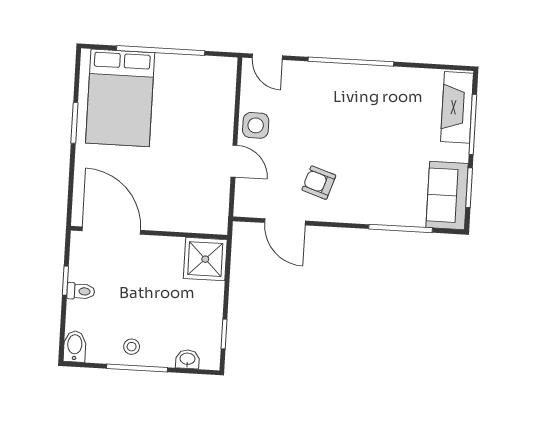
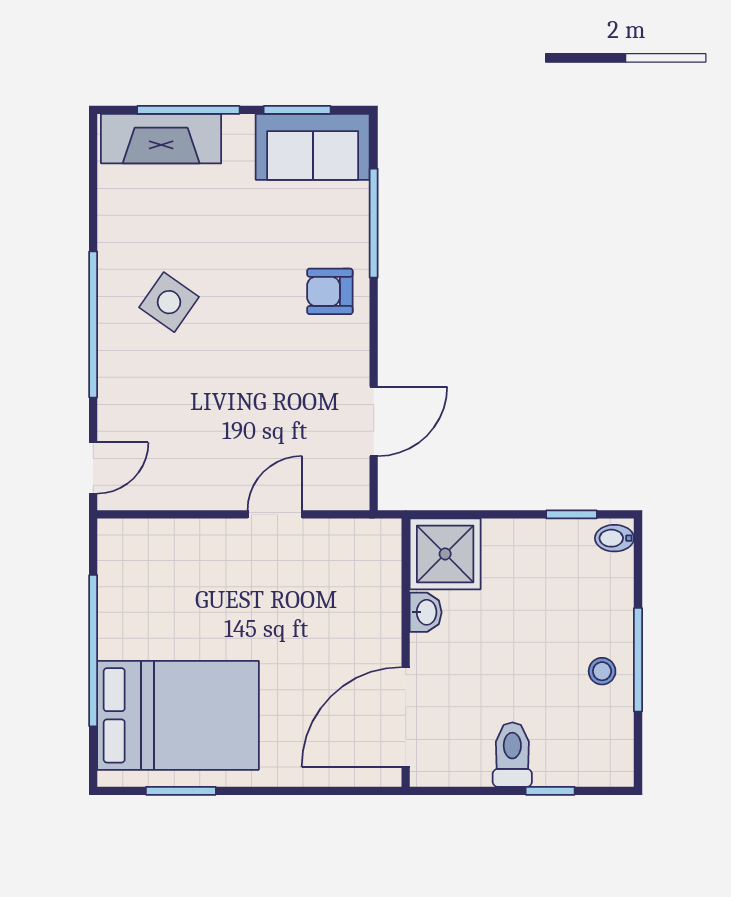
window: (74, 123) -> (181, 791), moved
side table: (256, 125) -> (169, 302), moved, turned 35
armchair: (319, 183) -> (330, 291), moved, turned 72
window: (65, 281) -> (550, 791), moved
toilet: (81, 291) -> (512, 755), width x1.37, depth x1.39
bidet: (75, 346) -> (614, 538), moved, width x0.72, depth x0.74
washbasin: (187, 359) -> (426, 612), moved, turned 180

